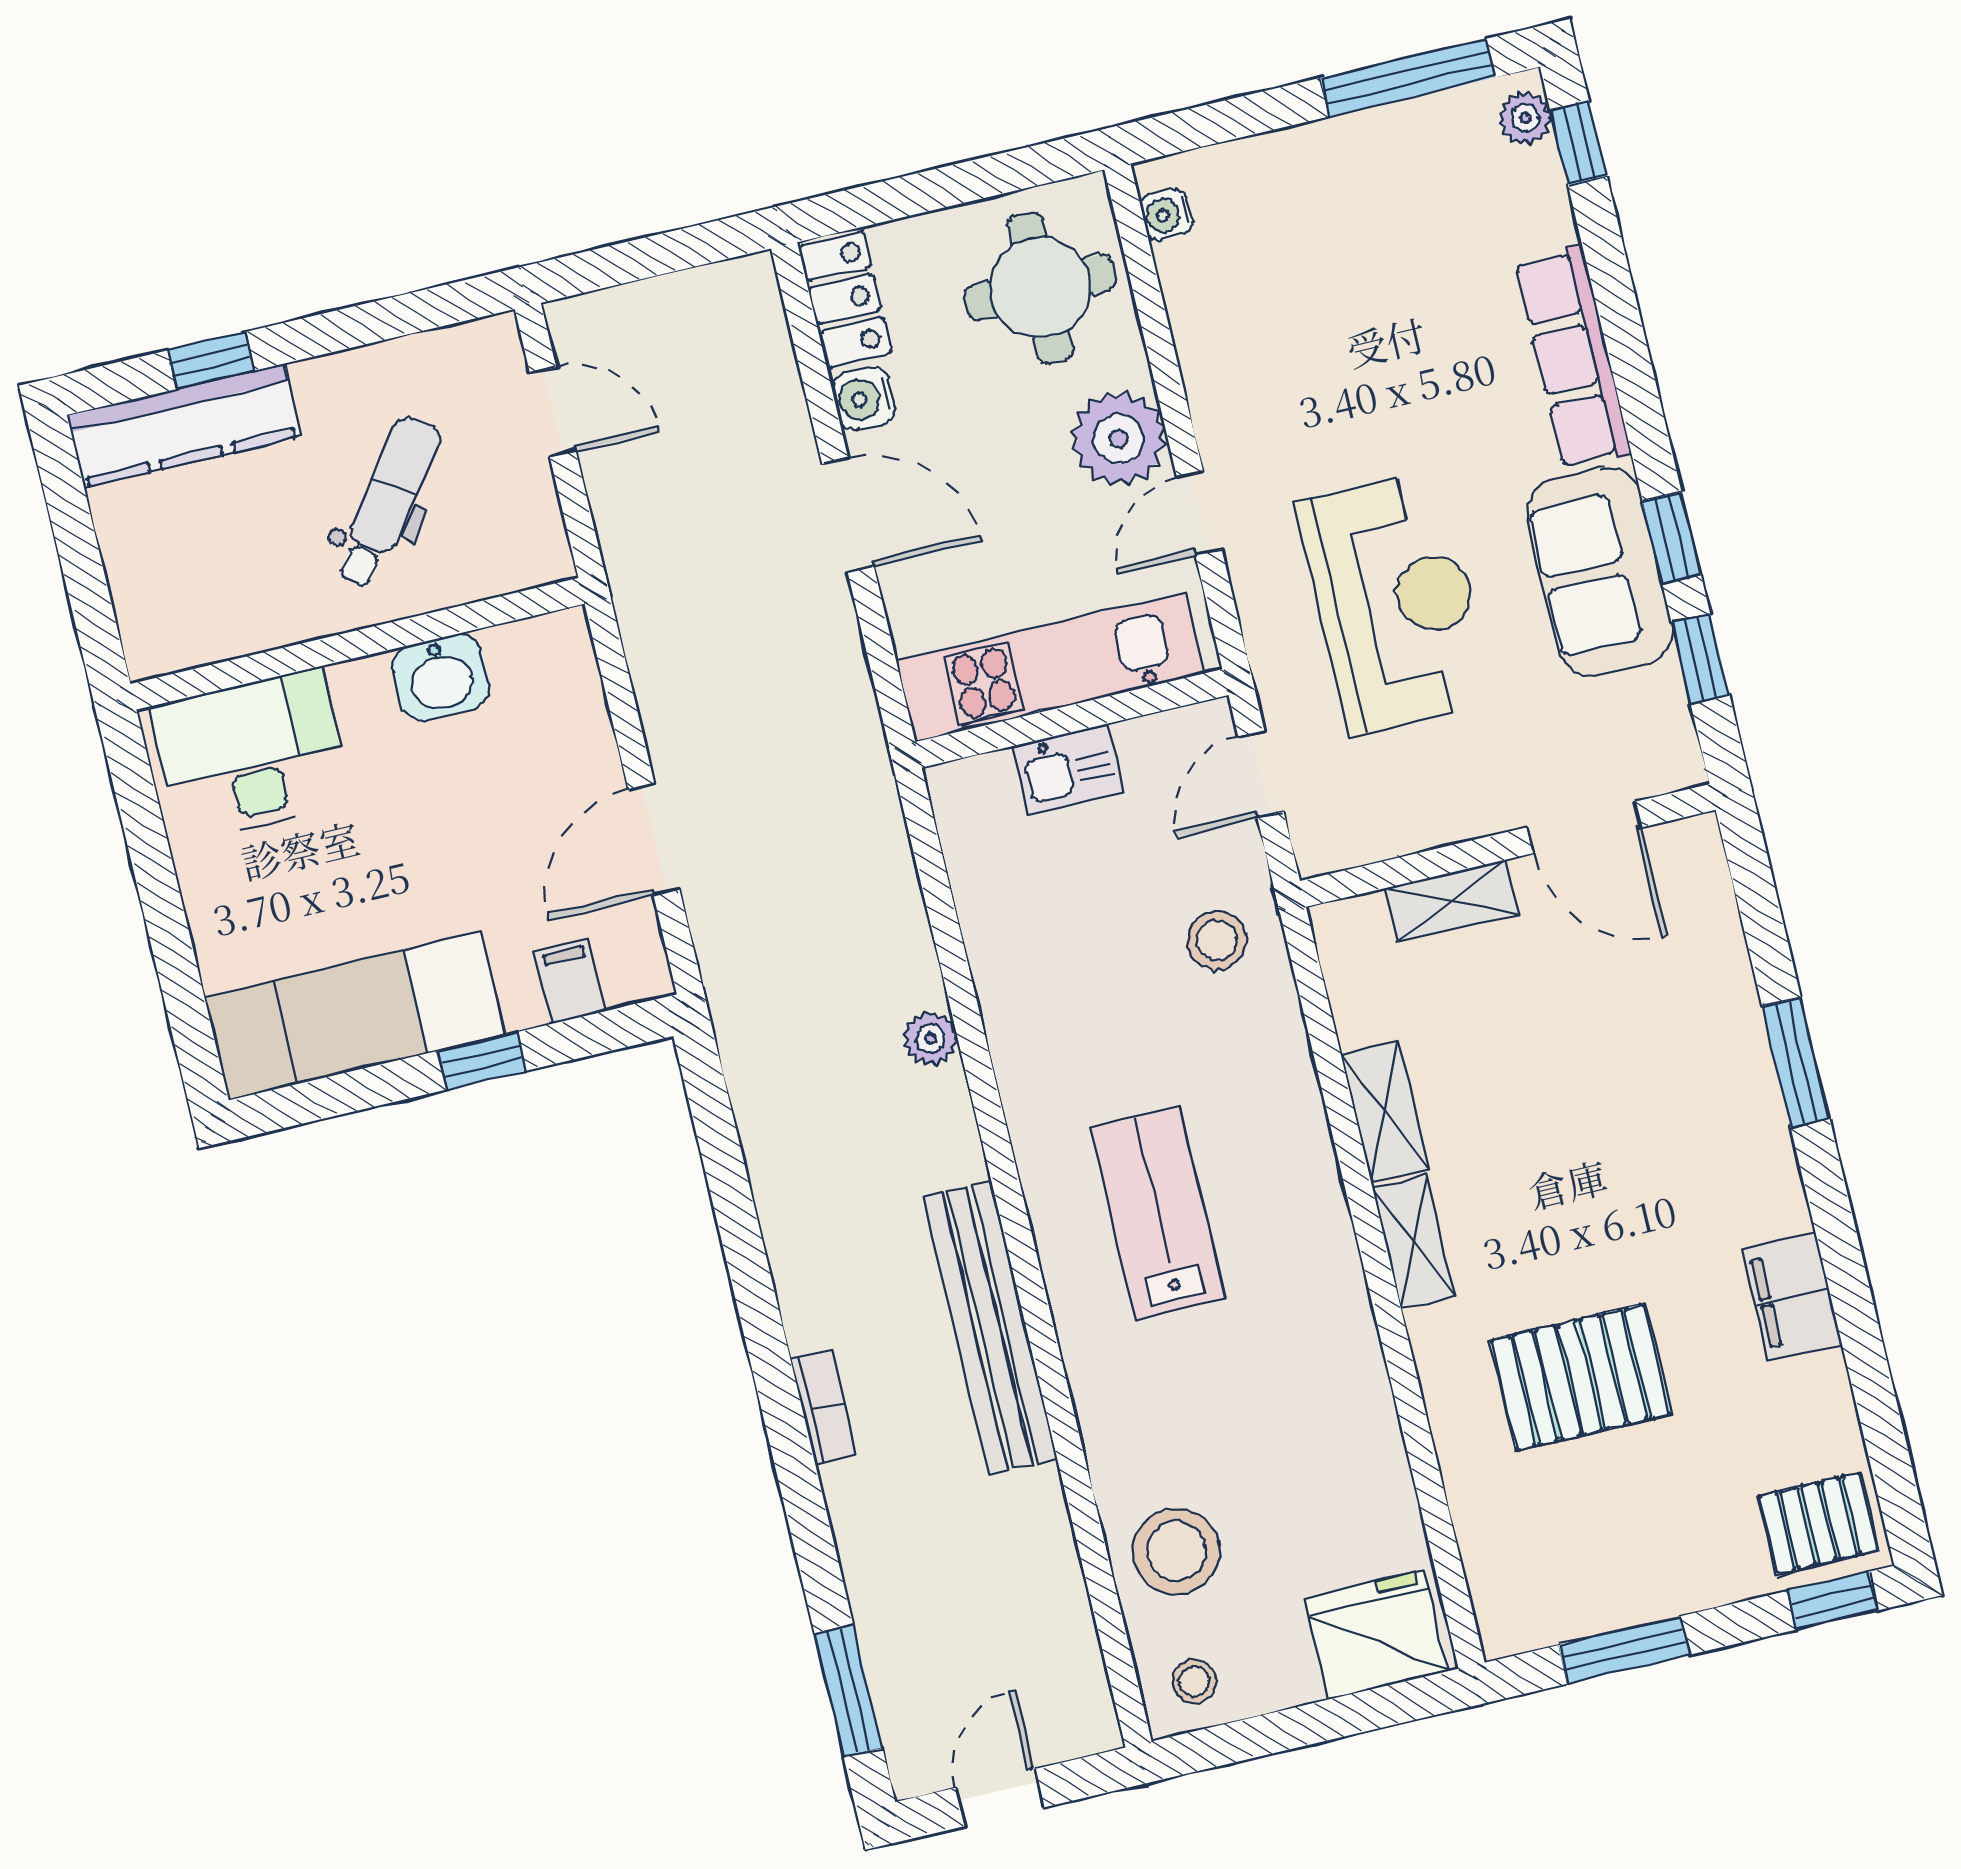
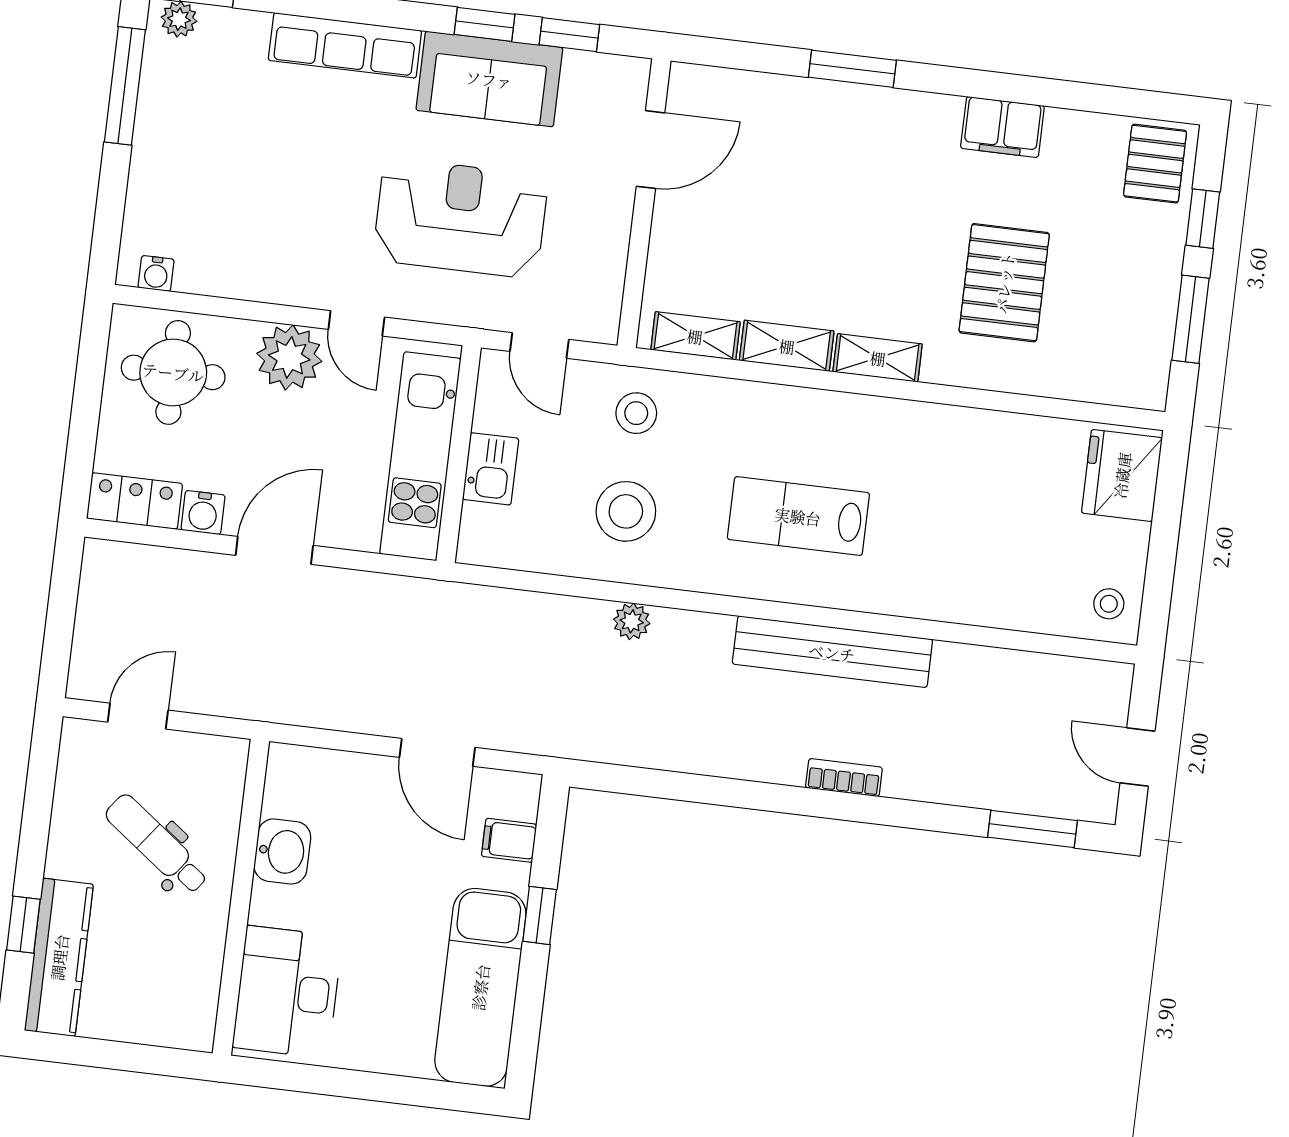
shelving: (1452, 901) -> (695, 336), moved, turned 90
stool: (1176, 1551) -> (626, 511), moved
window: (1833, 1601) -> (1203, 219), moved

